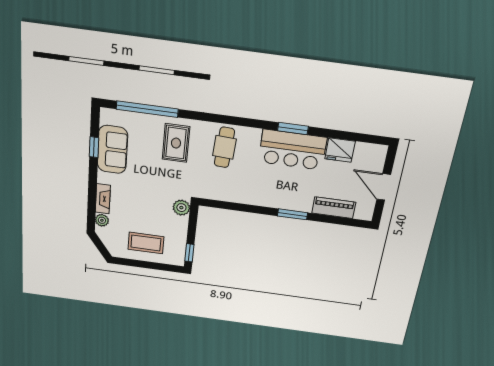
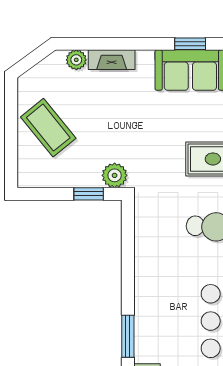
coffee table: (146, 243) -> (48, 128), turned -39
window: (189, 253) -> (89, 194), moved

